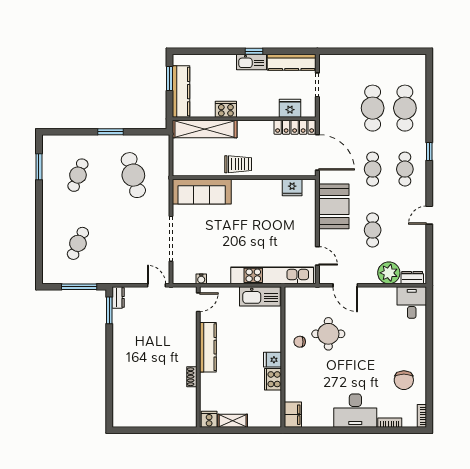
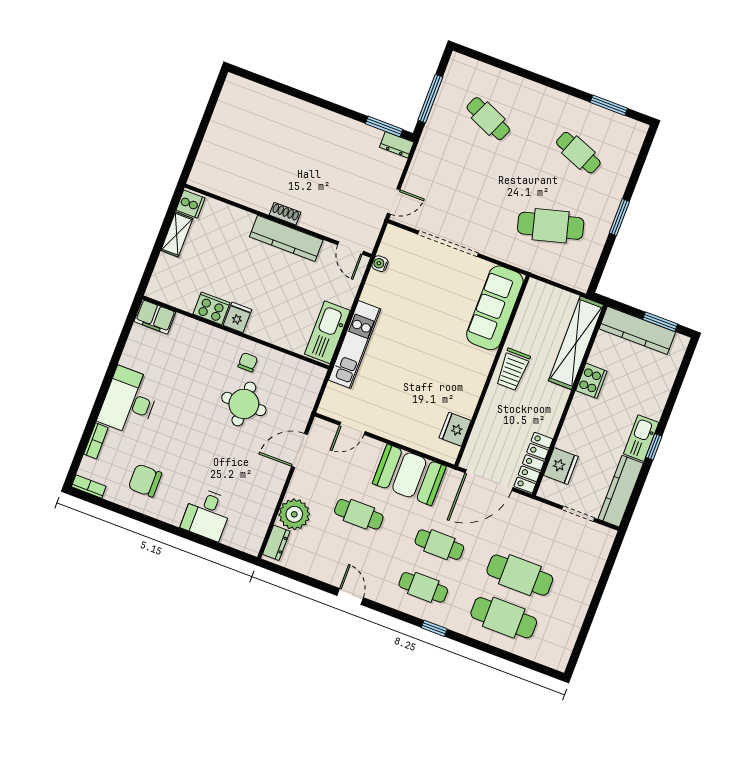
kitchen unit: (272, 275) -> (355, 345), width x0.73
desk: (412, 303) -> (207, 514), moved, turned 90
shoe rack: (192, 377) -> (285, 214), moved

